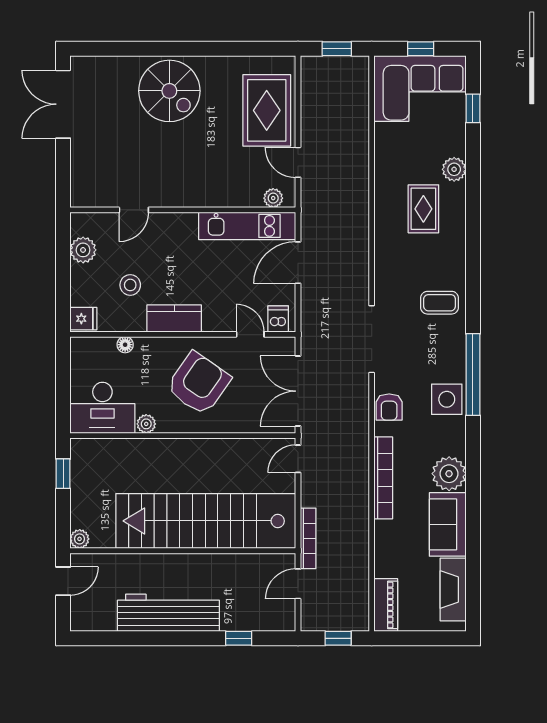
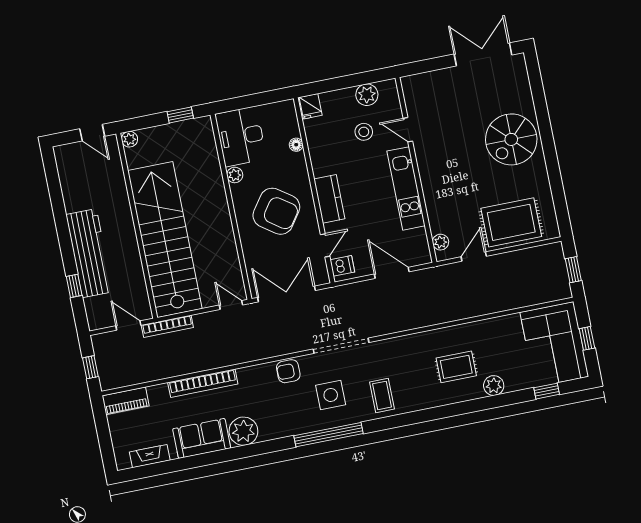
kitchen unit: (247, 226) -> (406, 188), moved
stool: (130, 285) -> (364, 132), moved
kitchen counter: (174, 318) -> (329, 199), moved
side table: (447, 399) -> (331, 395), moved
bookcase: (383, 478) -> (203, 383), moved
fireplace: (453, 590) -> (150, 456), width x0.73, depth x0.76
workbench: (168, 613) -> (89, 253), moved

